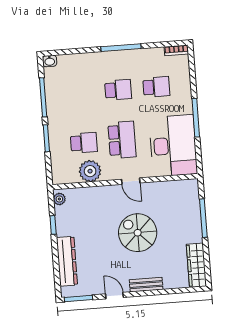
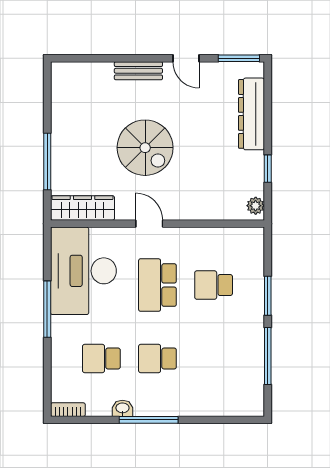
washbasin: (50, 61) -> (122, 408), moved
plant: (90, 171) -> (208, 243), removed
wardrobe: (196, 265) -> (83, 208), moved, turned -90

